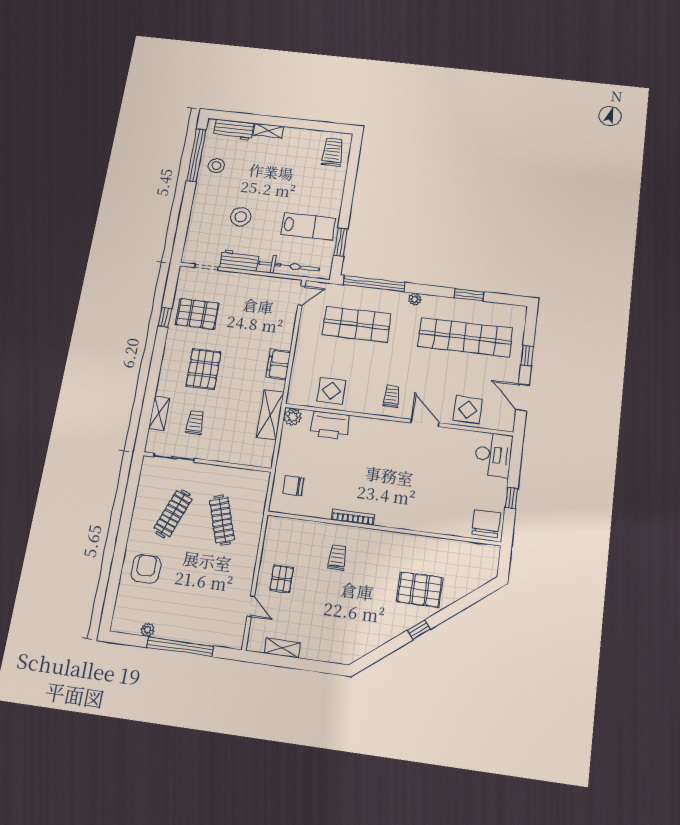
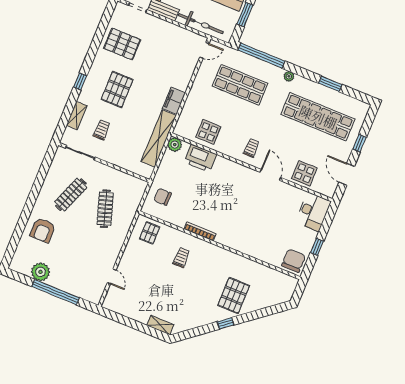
window: (165, 317) -> (80, 81), moved
shelving: (270, 415) -> (159, 139), width x1.47
armchair: (146, 569) -> (43, 230), turned 180
pallet: (282, 579) -> (150, 233), moved
pallet: (420, 590) -> (234, 295), turned 90
plant: (148, 630) -> (40, 272), width x1.87, depth x1.87
shelving: (282, 648) -> (160, 325), moved

